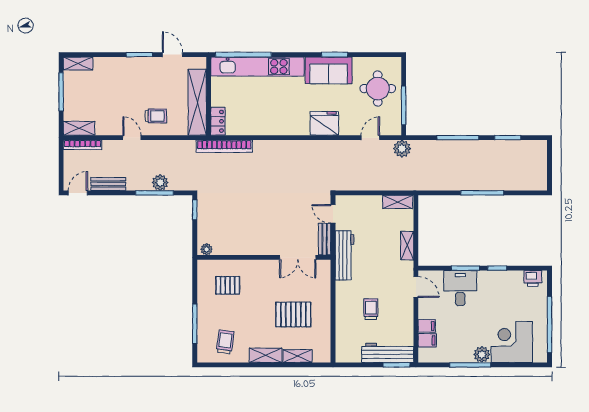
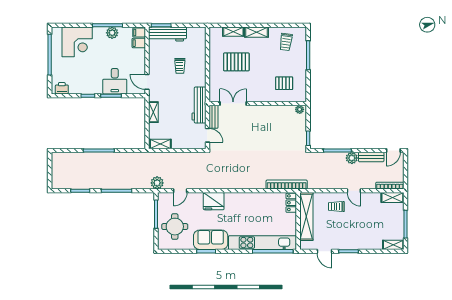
plant: (160, 183) -> (352, 158), moved
filing cabinet: (427, 326) -> (139, 33), moved
plant: (482, 354) -> (112, 33), moved

